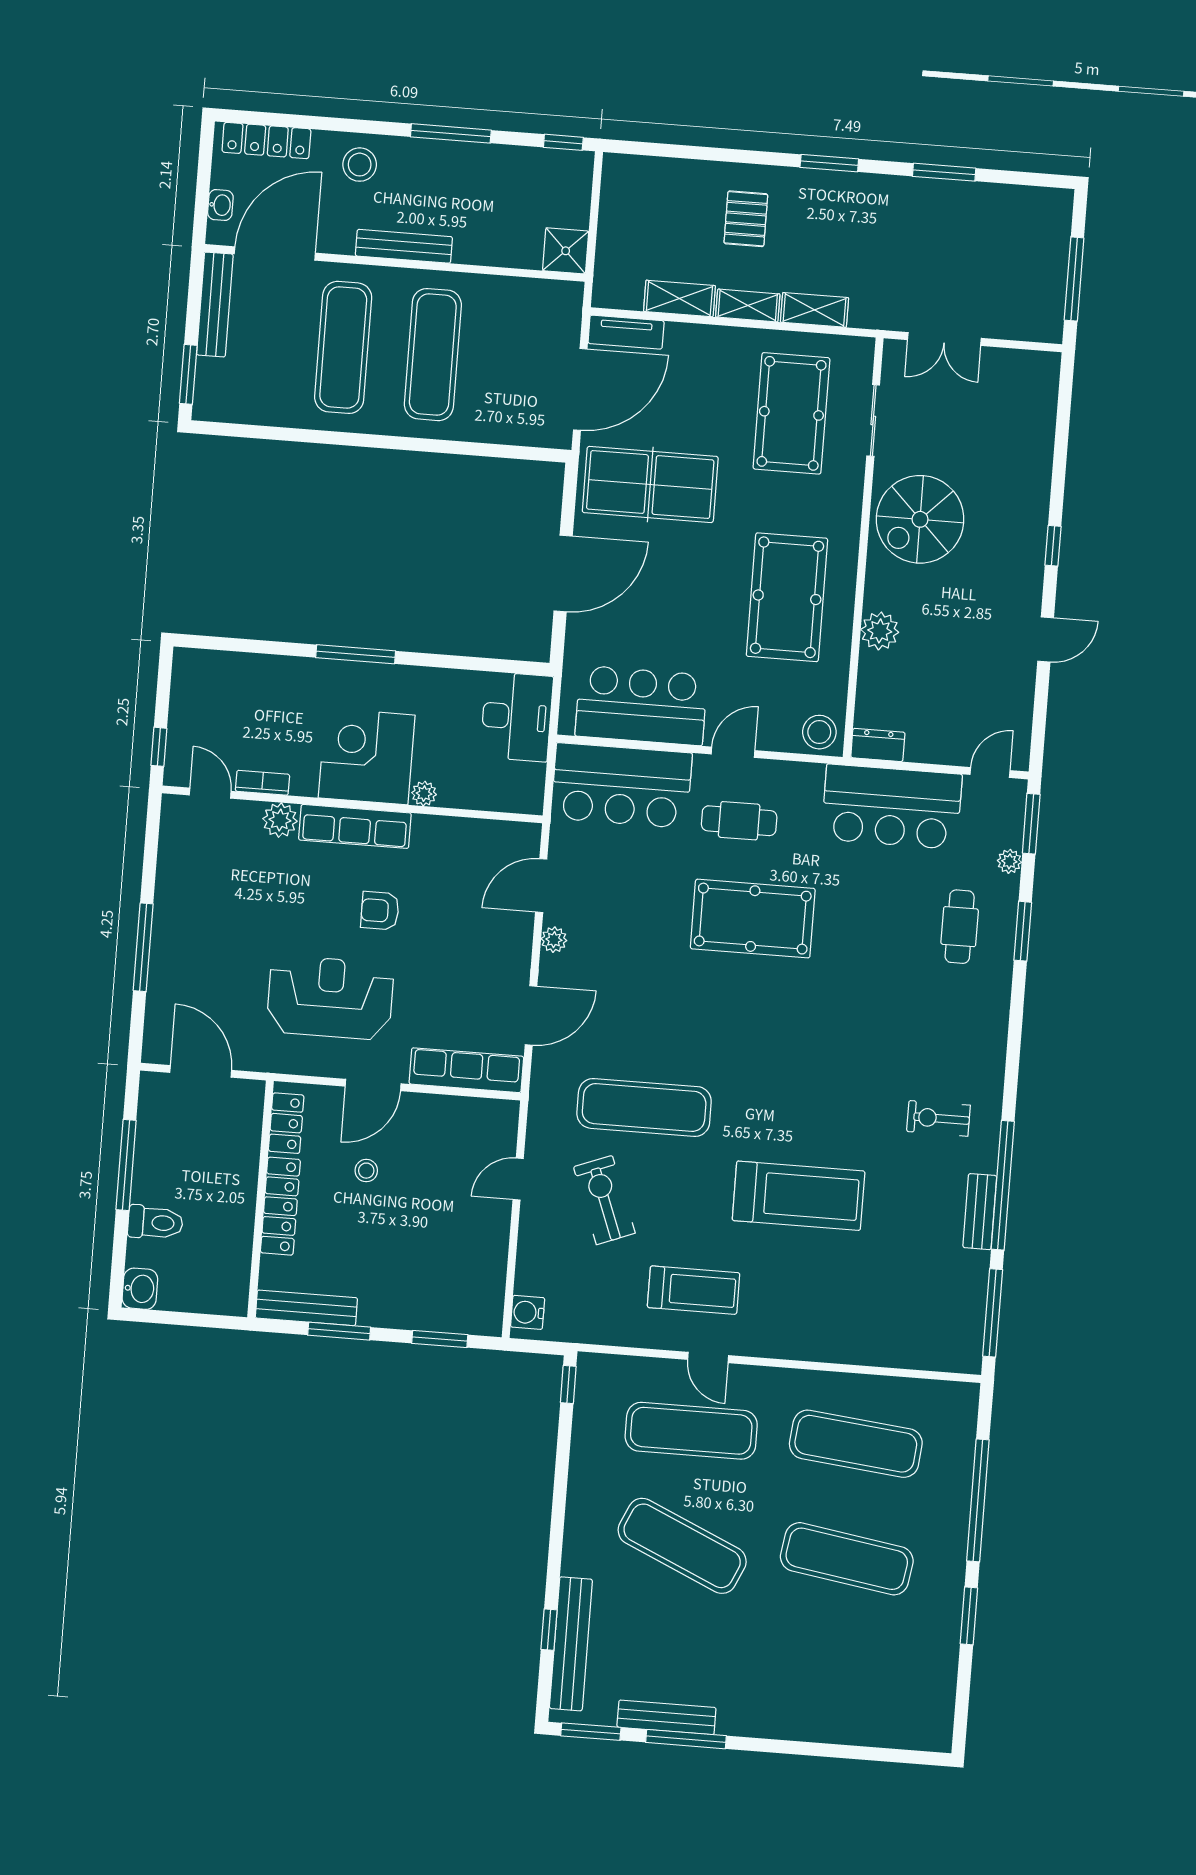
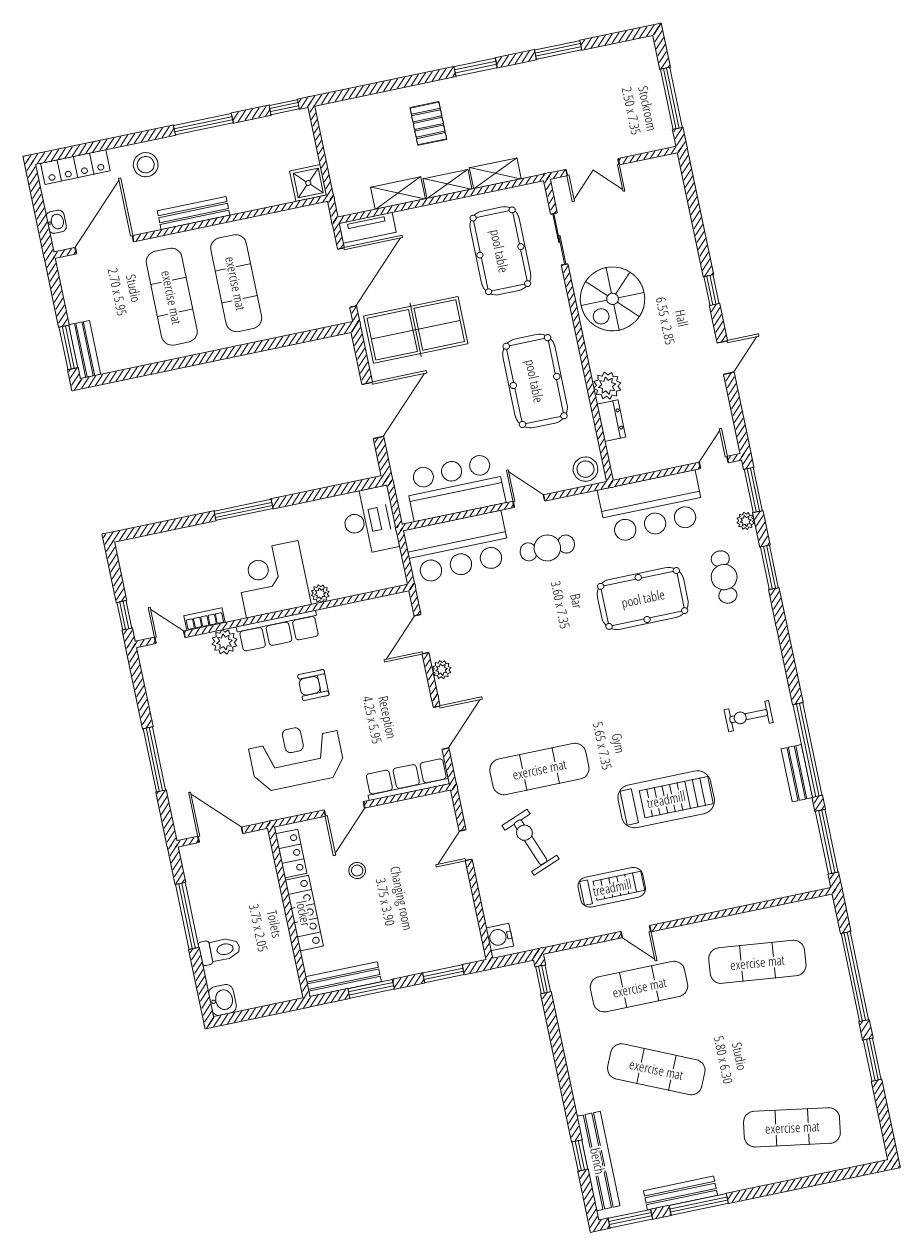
bench: (215, 304) -> (85, 350), moved, width x0.73
dresser: (878, 745) -> (611, 421), moved, turned 90
door: (733, 752) -> (529, 501), hinge flipped
pool table: (753, 919) -> (643, 598), moved
exercise mat: (847, 1559) -> (792, 1127), moved

